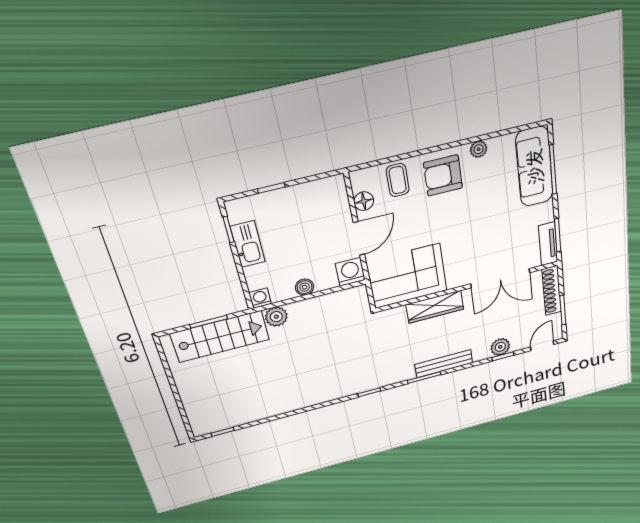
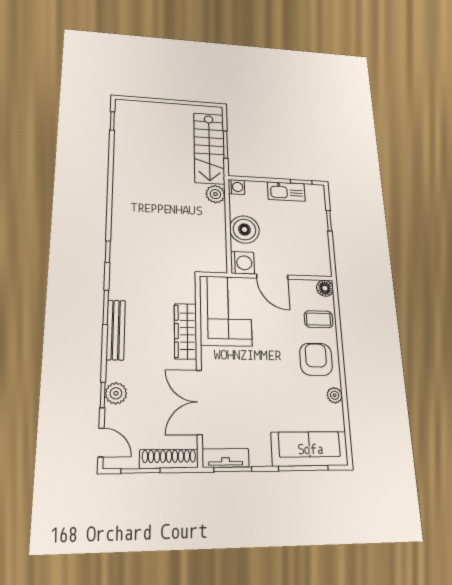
floor lamp: (364, 201) -> (325, 288), moved
boiler: (305, 287) -> (244, 229), width x1.86, depth x1.86

